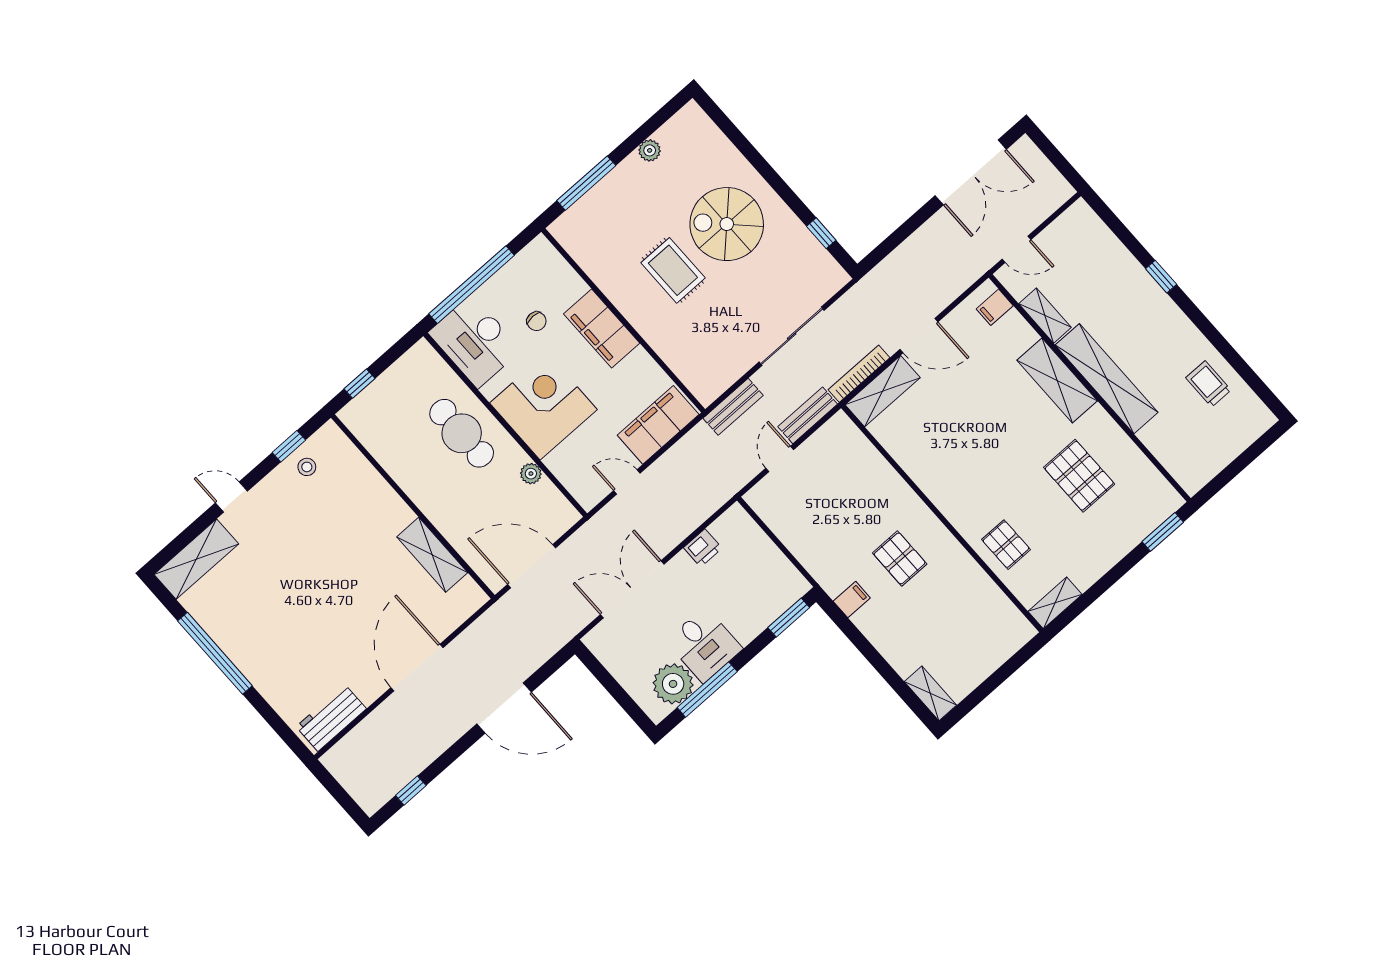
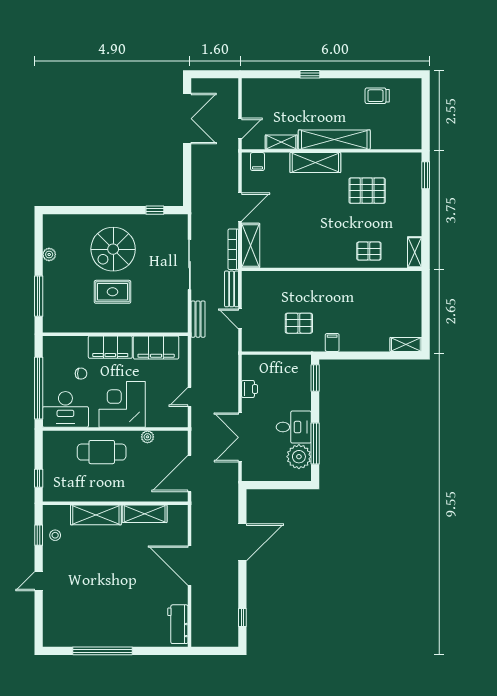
filing cabinet: (658, 425) -> (156, 347), moved, turned -90
pallet: (900, 558) -> (299, 323), moved
shelving: (196, 559) -> (96, 515), moved, turned 90

